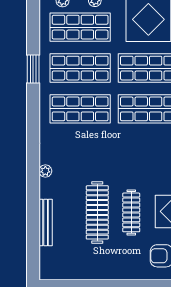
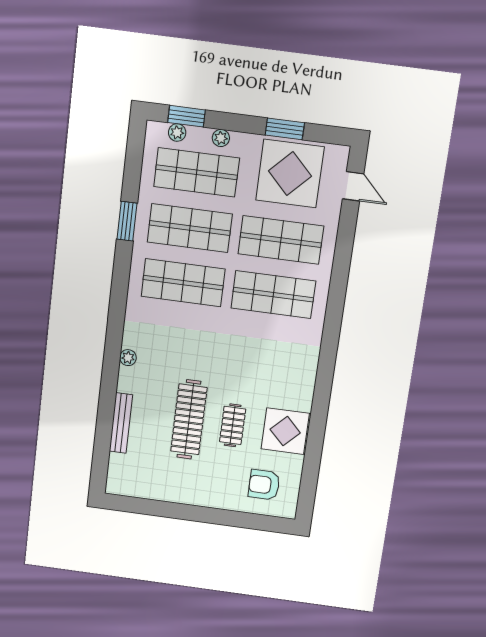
clothes rail: (131, 212) -> (233, 425), width x0.73

